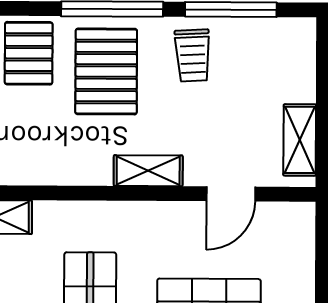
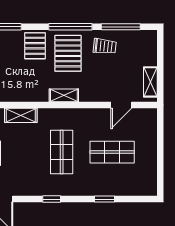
trolley: (193, 55) -> (105, 46), turned -81
shelving: (148, 171) -> (64, 95), moved

